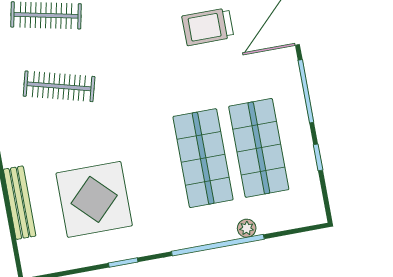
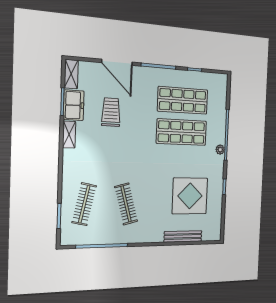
trolley: (208, 27) -> (111, 112), turned 180
clothes rail: (59, 86) -> (126, 204), turned -30
plant: (247, 228) -> (220, 150), moved

